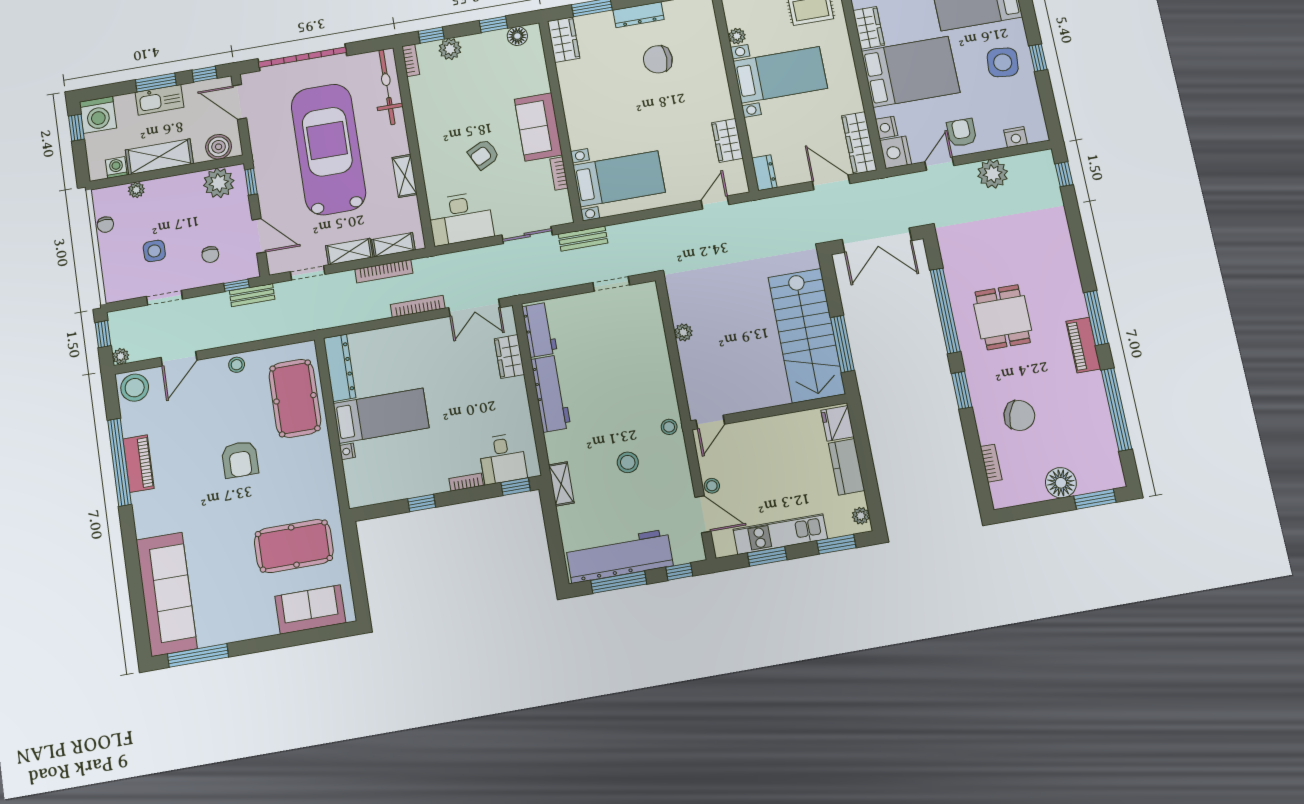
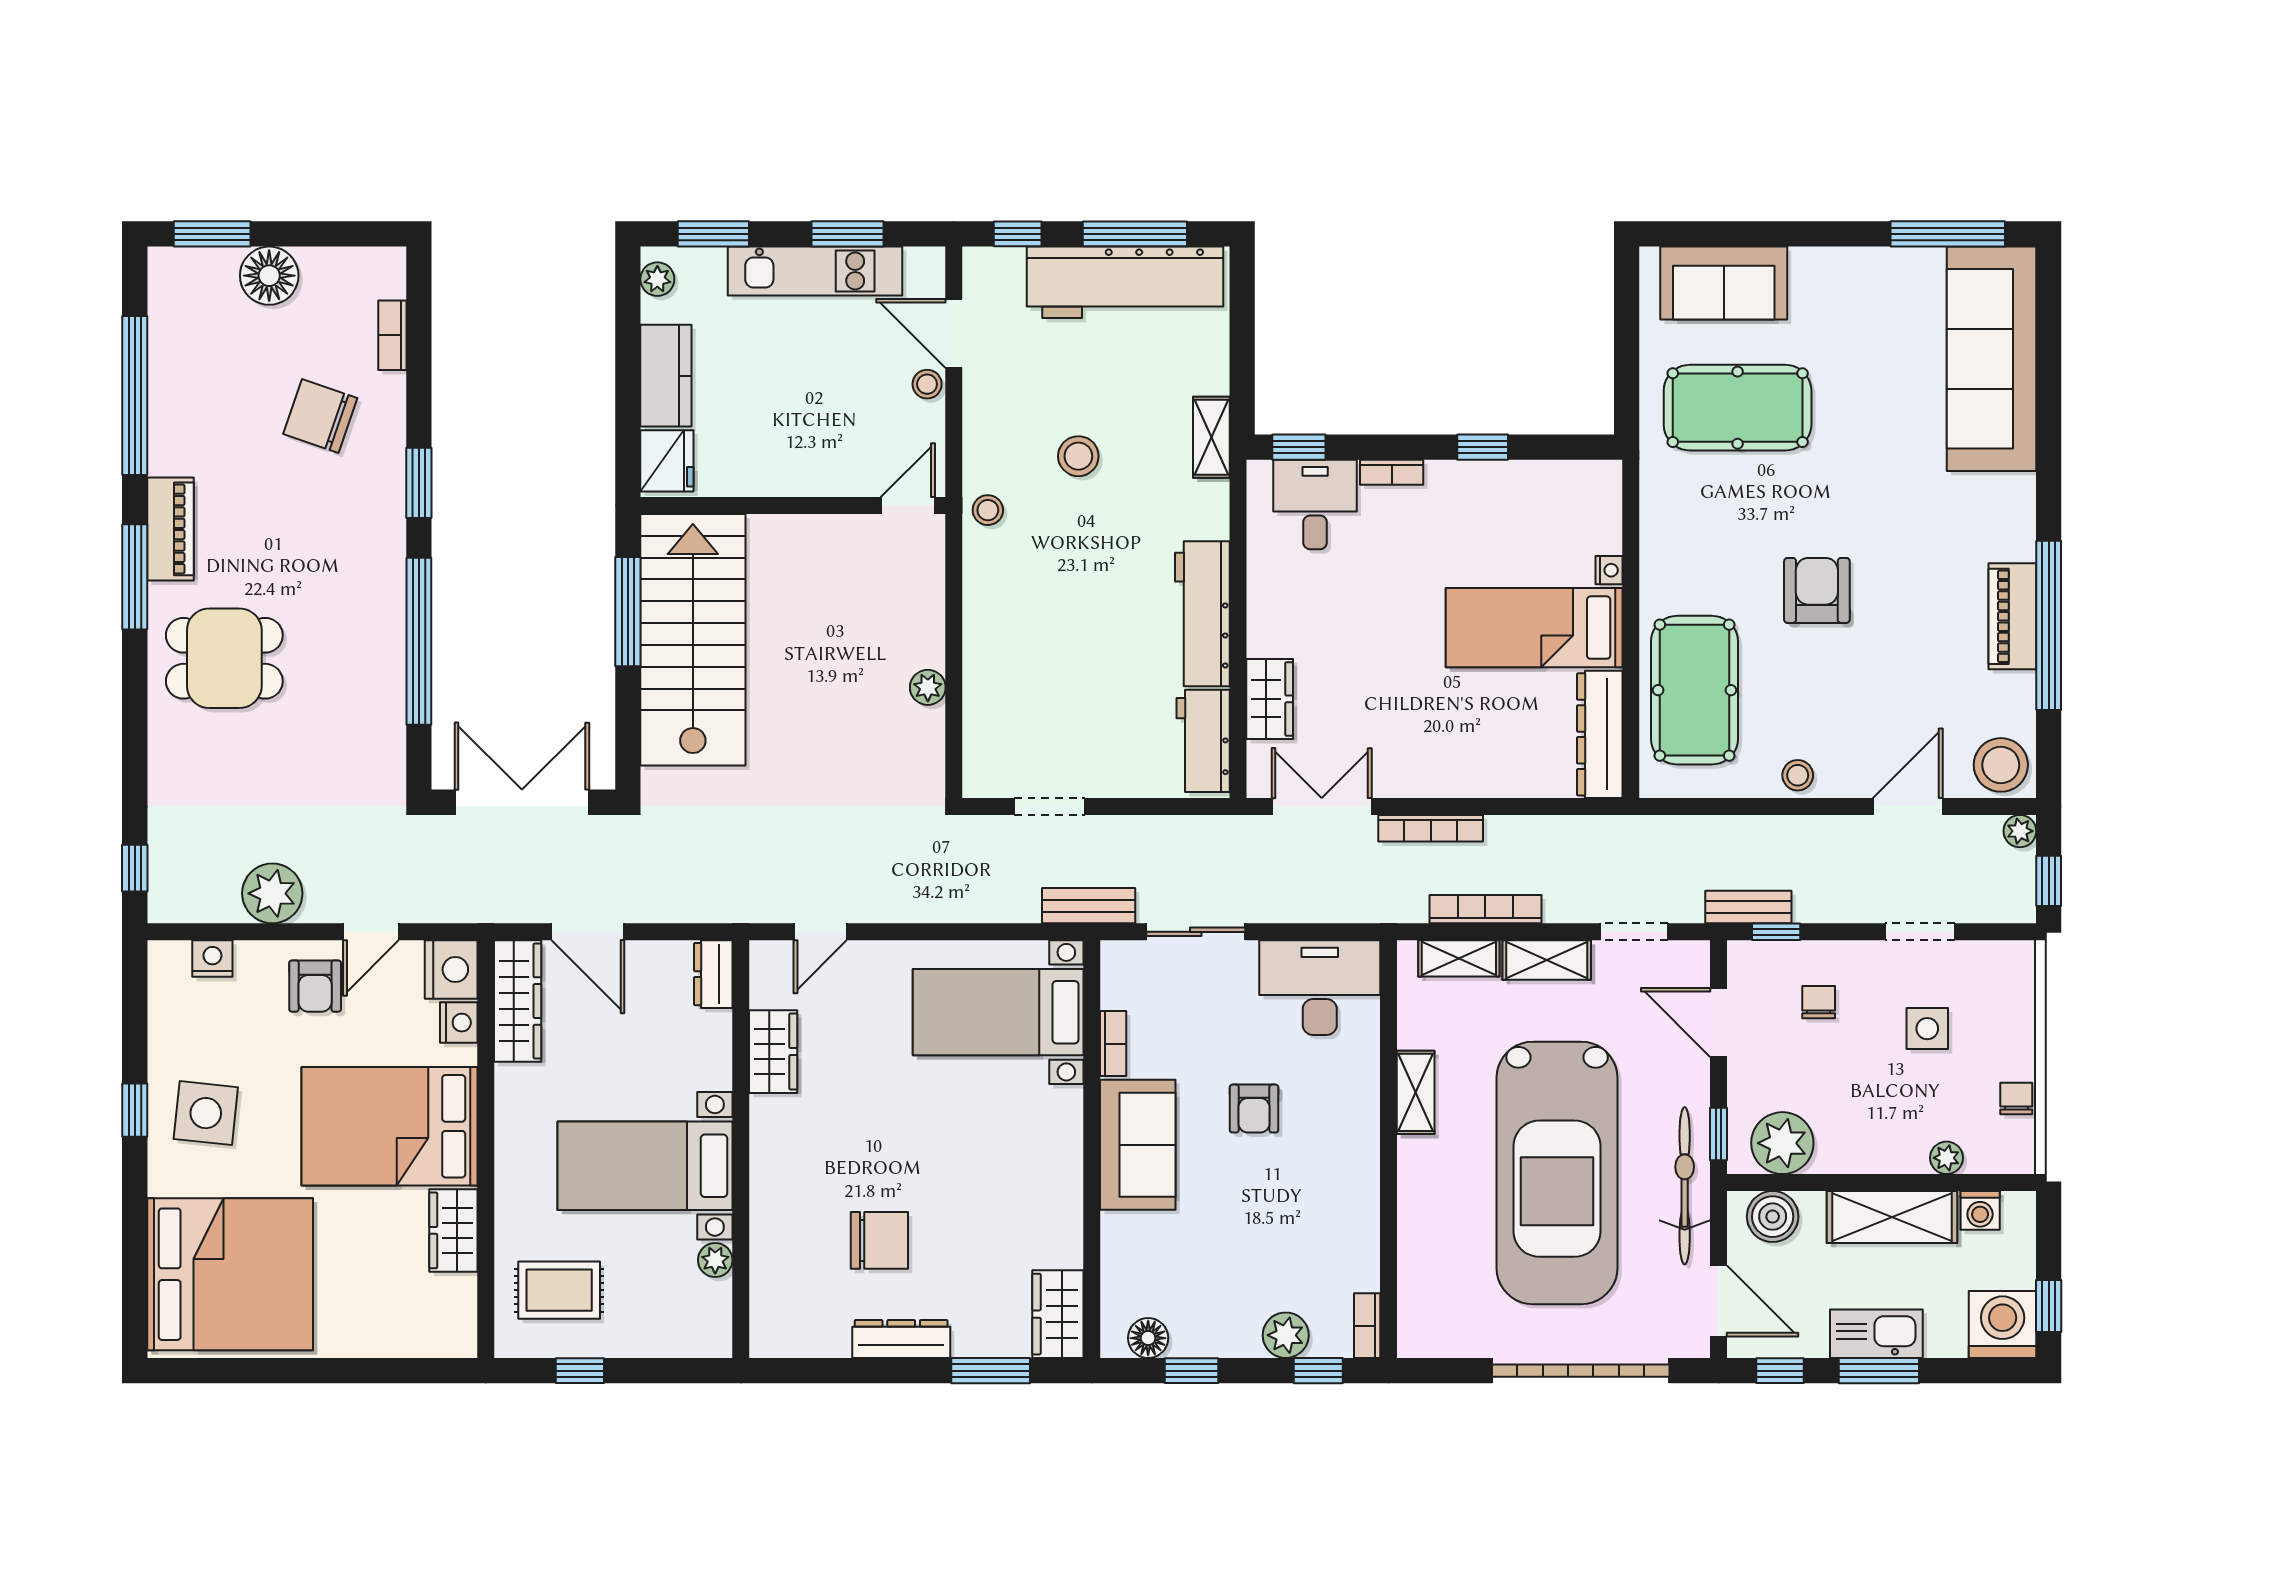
bicycle: (387, 87) -> (1685, 1186), moved, turned 180
armchair: (484, 154) -> (1254, 1109), turned 117
dining table: (1003, 317) -> (224, 658), moved, turned 90

